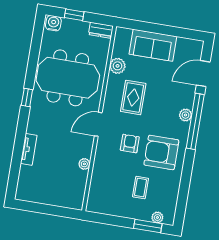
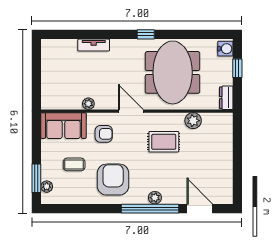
sofa: (153, 45) -> (63, 126), moved, turned -90
armchair: (130, 144) -> (104, 134), moved

